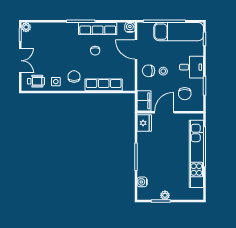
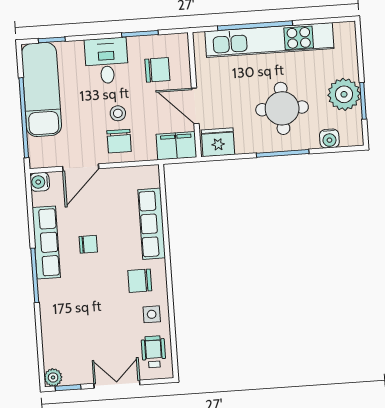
round table: (160, 158) -> (282, 108), added
plant: (165, 195) -> (344, 94), width x1.88, depth x1.88

